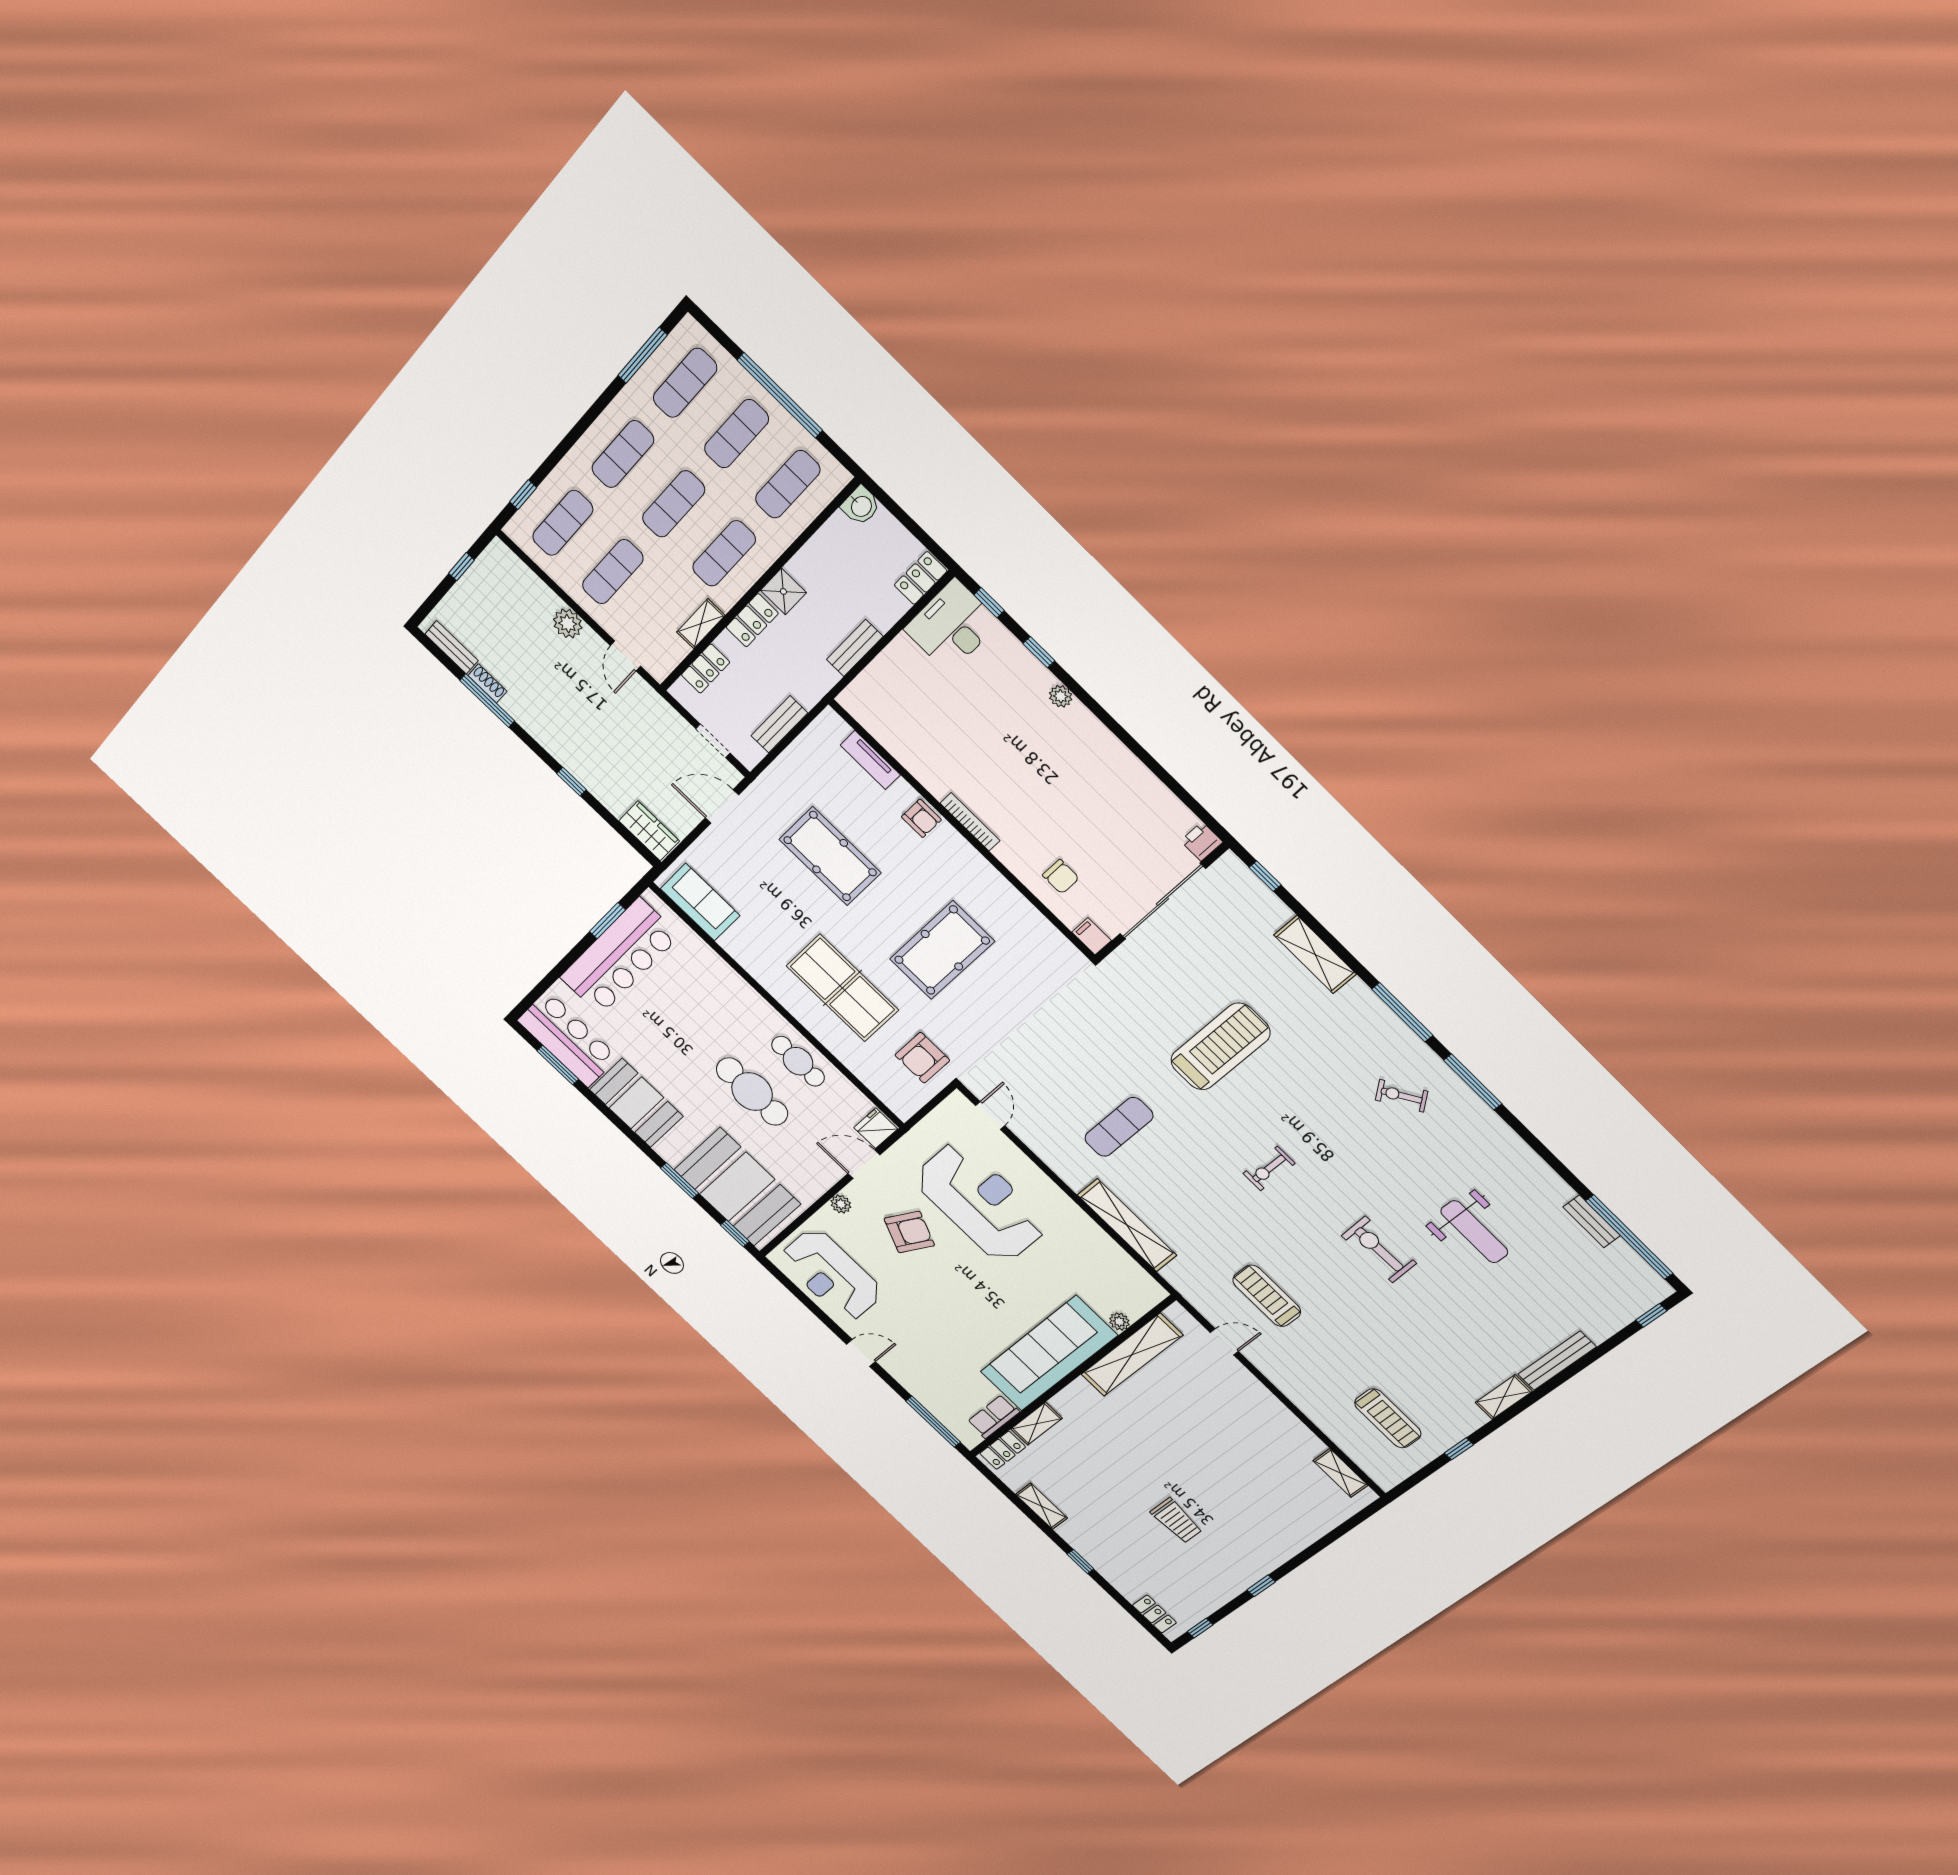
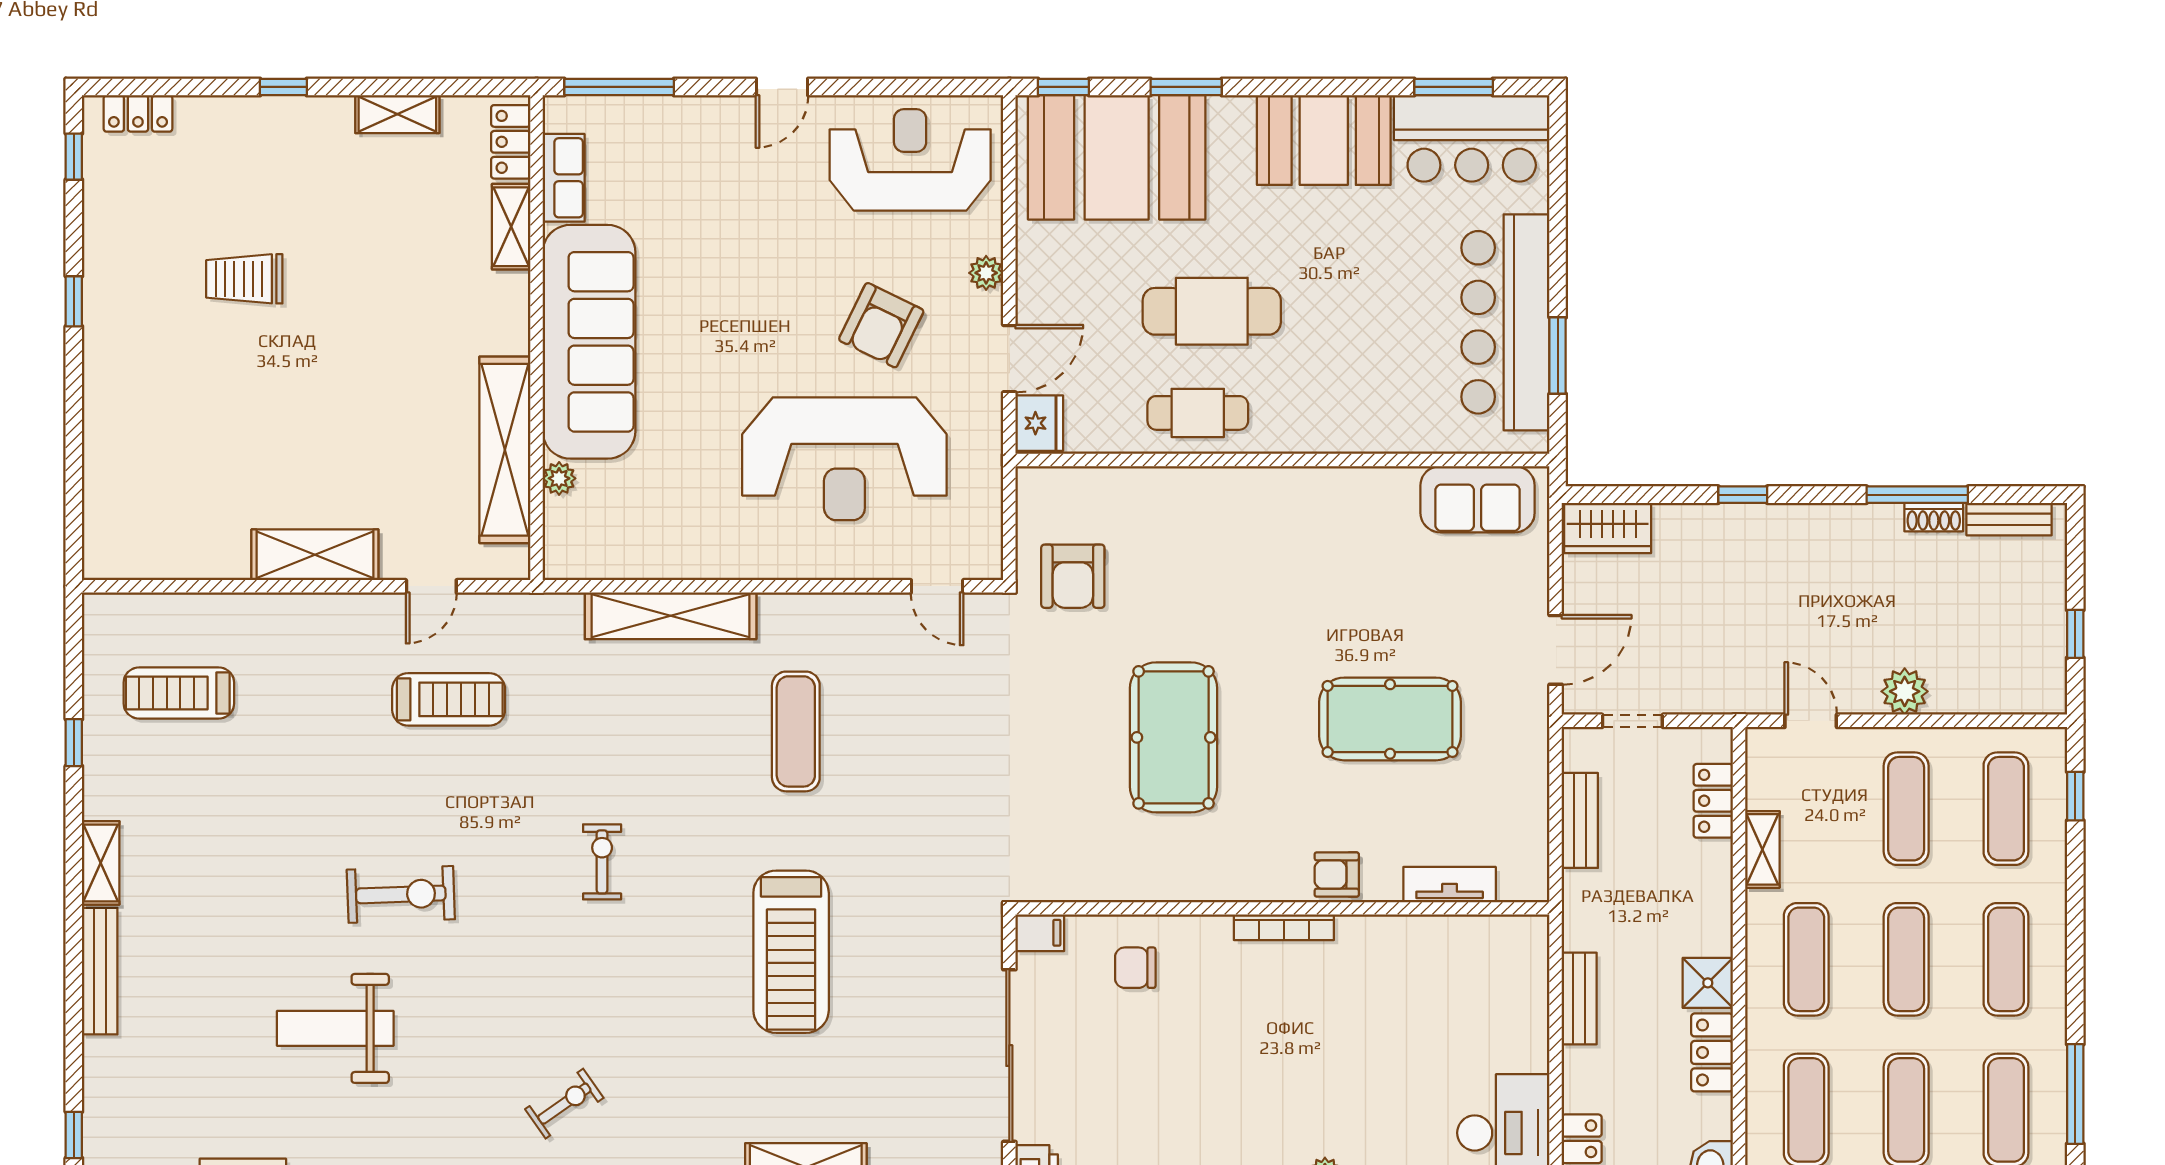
locker: (752, 620) -> (1712, 1052), moved
table tennis table: (842, 988) -> (1234, 566), removed
armchair: (922, 1058) -> (1073, 576), turned 180
shelving: (1340, 1473) -> (315, 555), moved, width x1.50, depth x1.33

